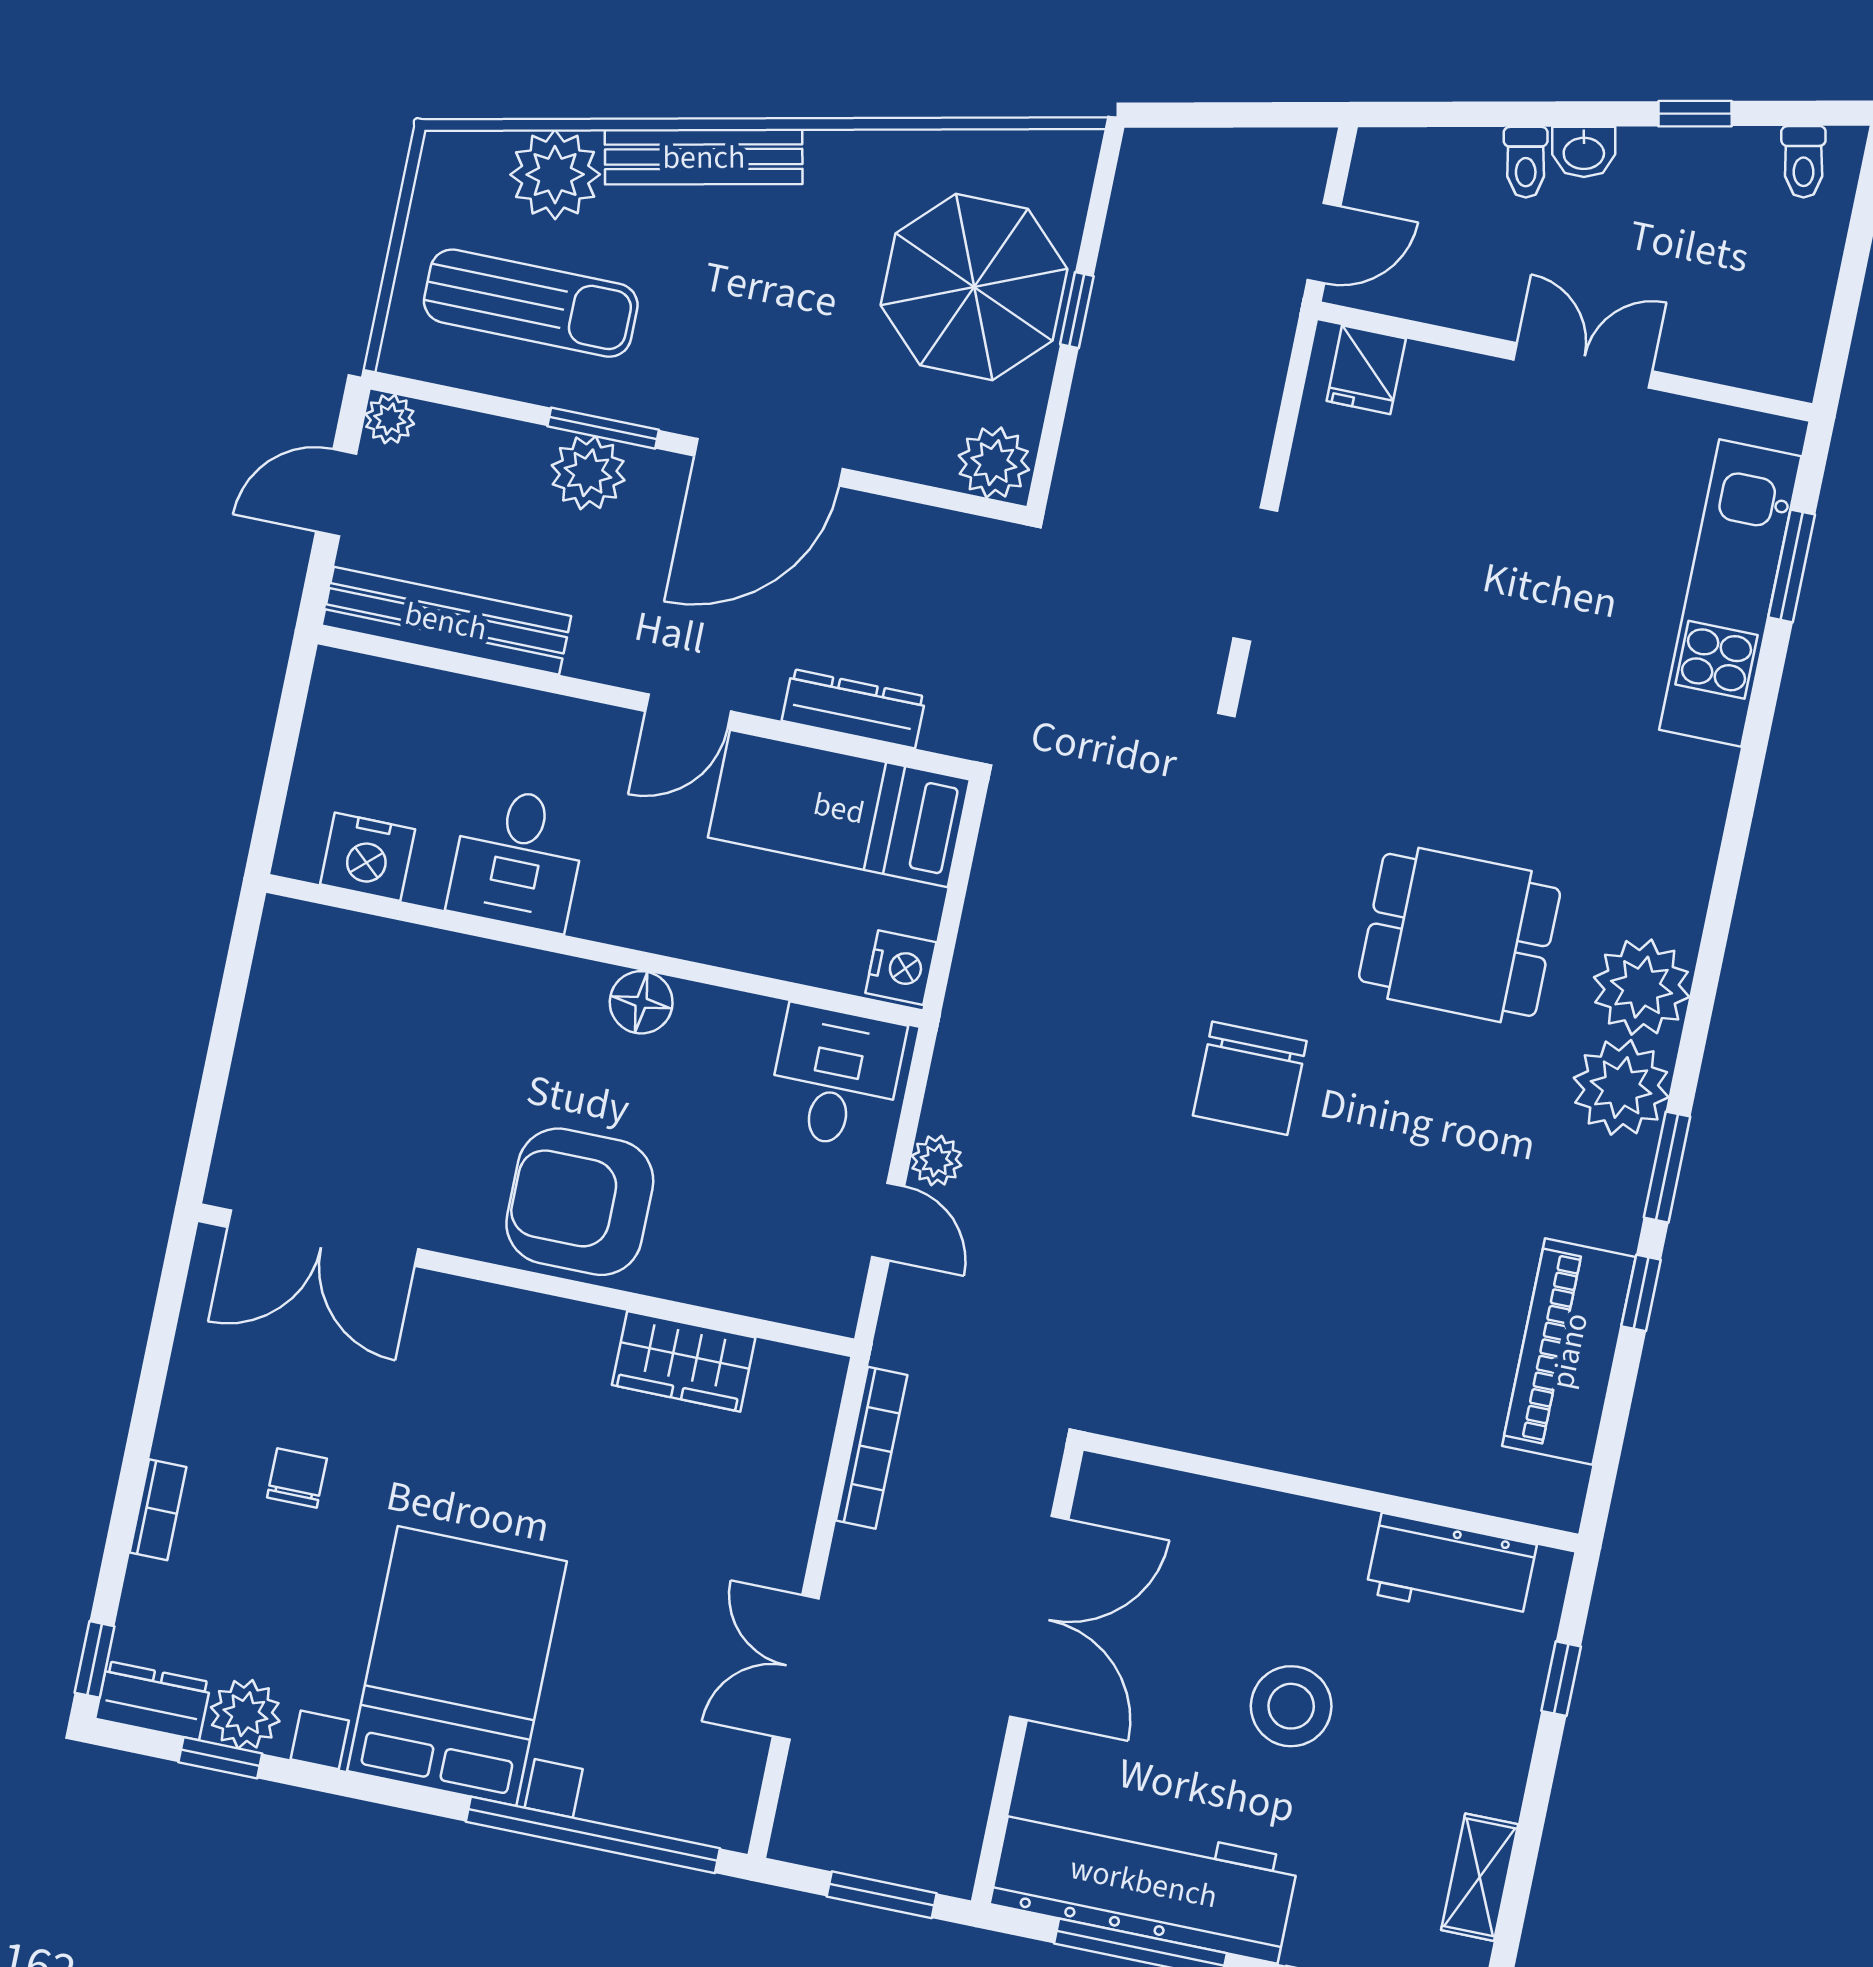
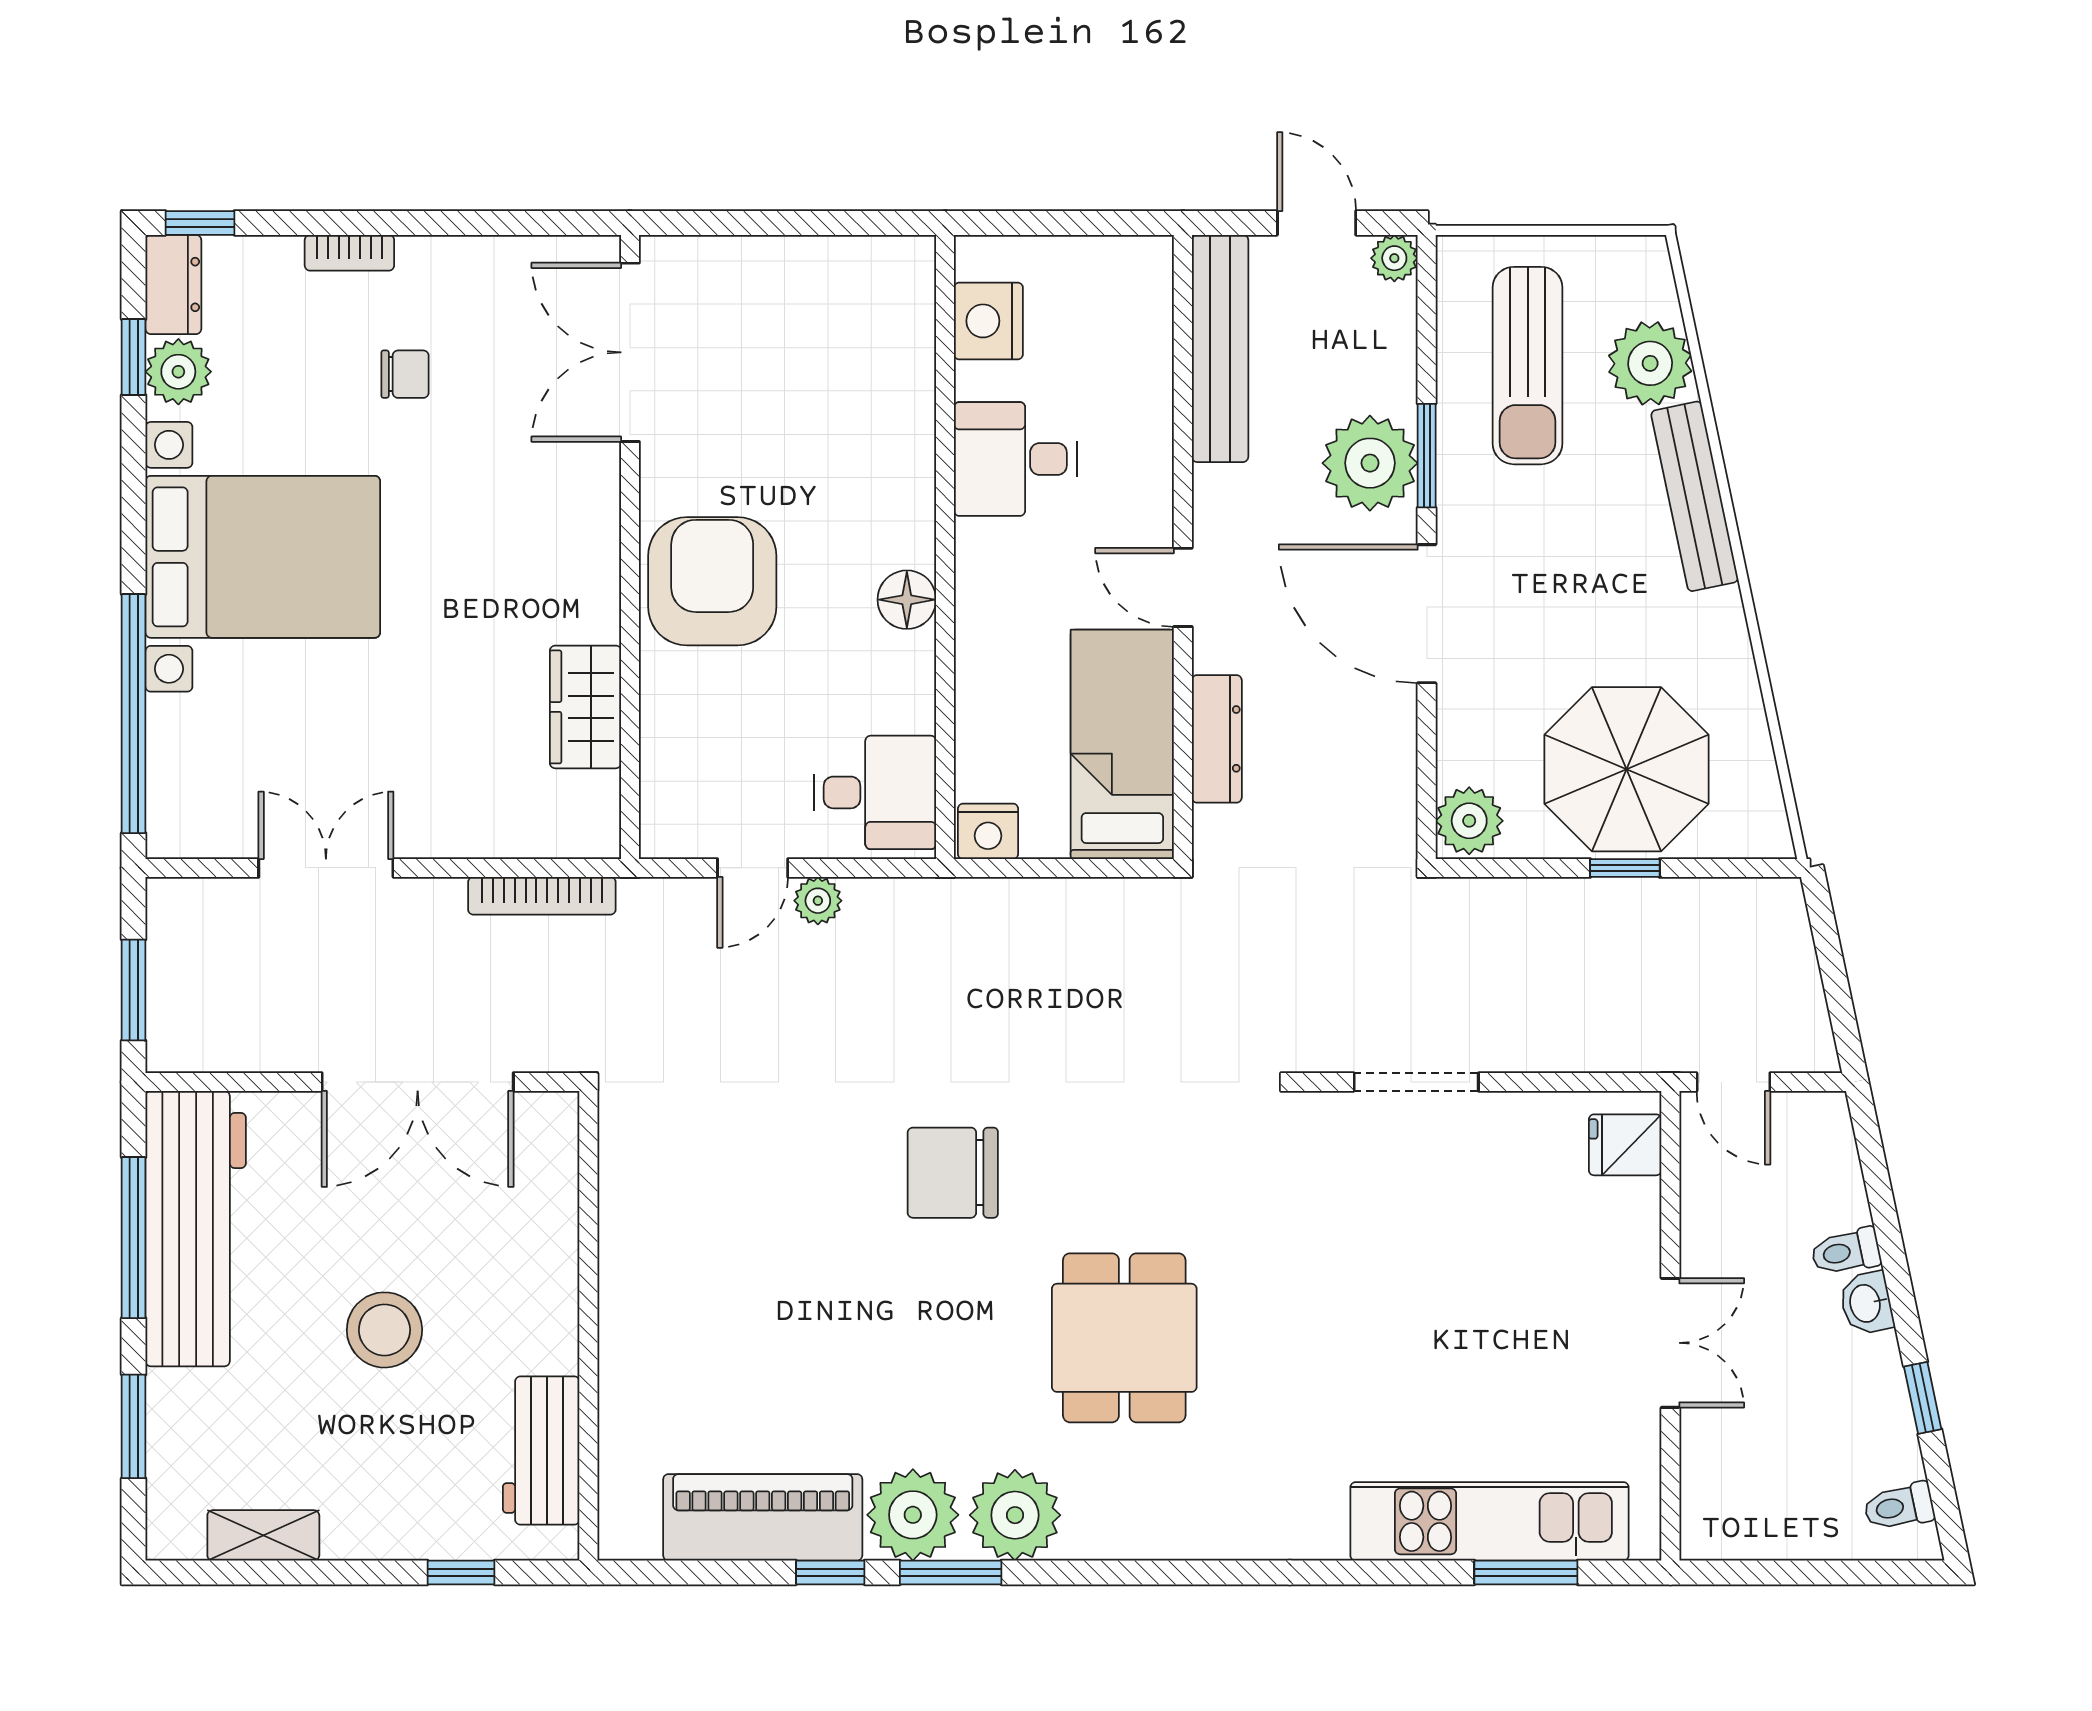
plant: (588, 473) -> (1370, 463), width x1.36, depth x1.36
plant: (1642, 987) -> (913, 1515), moved

